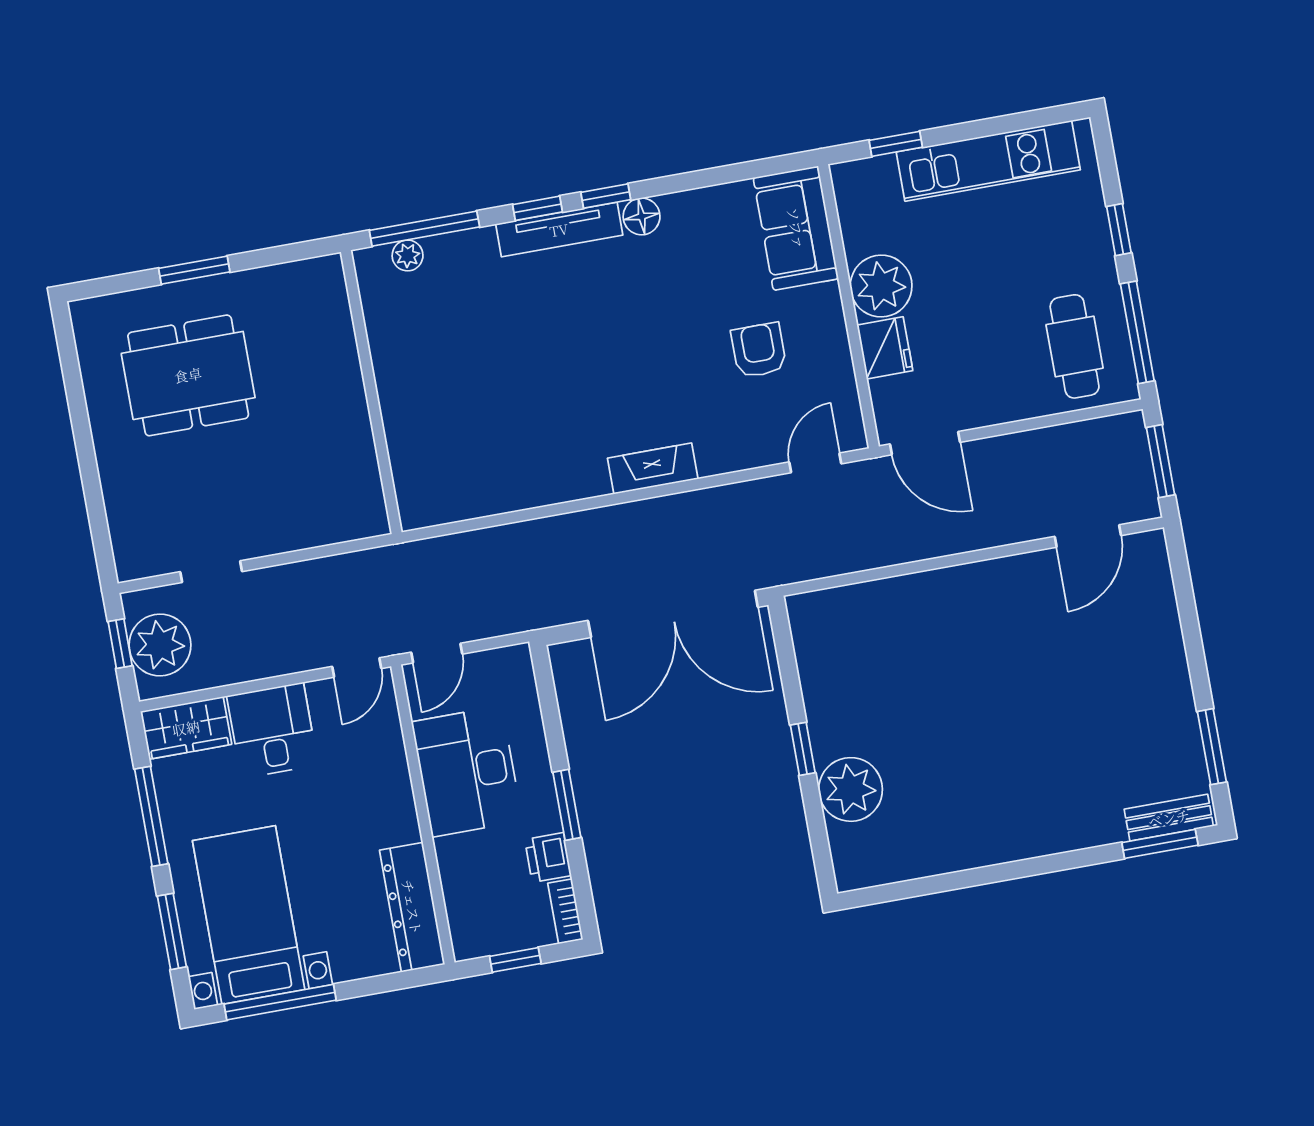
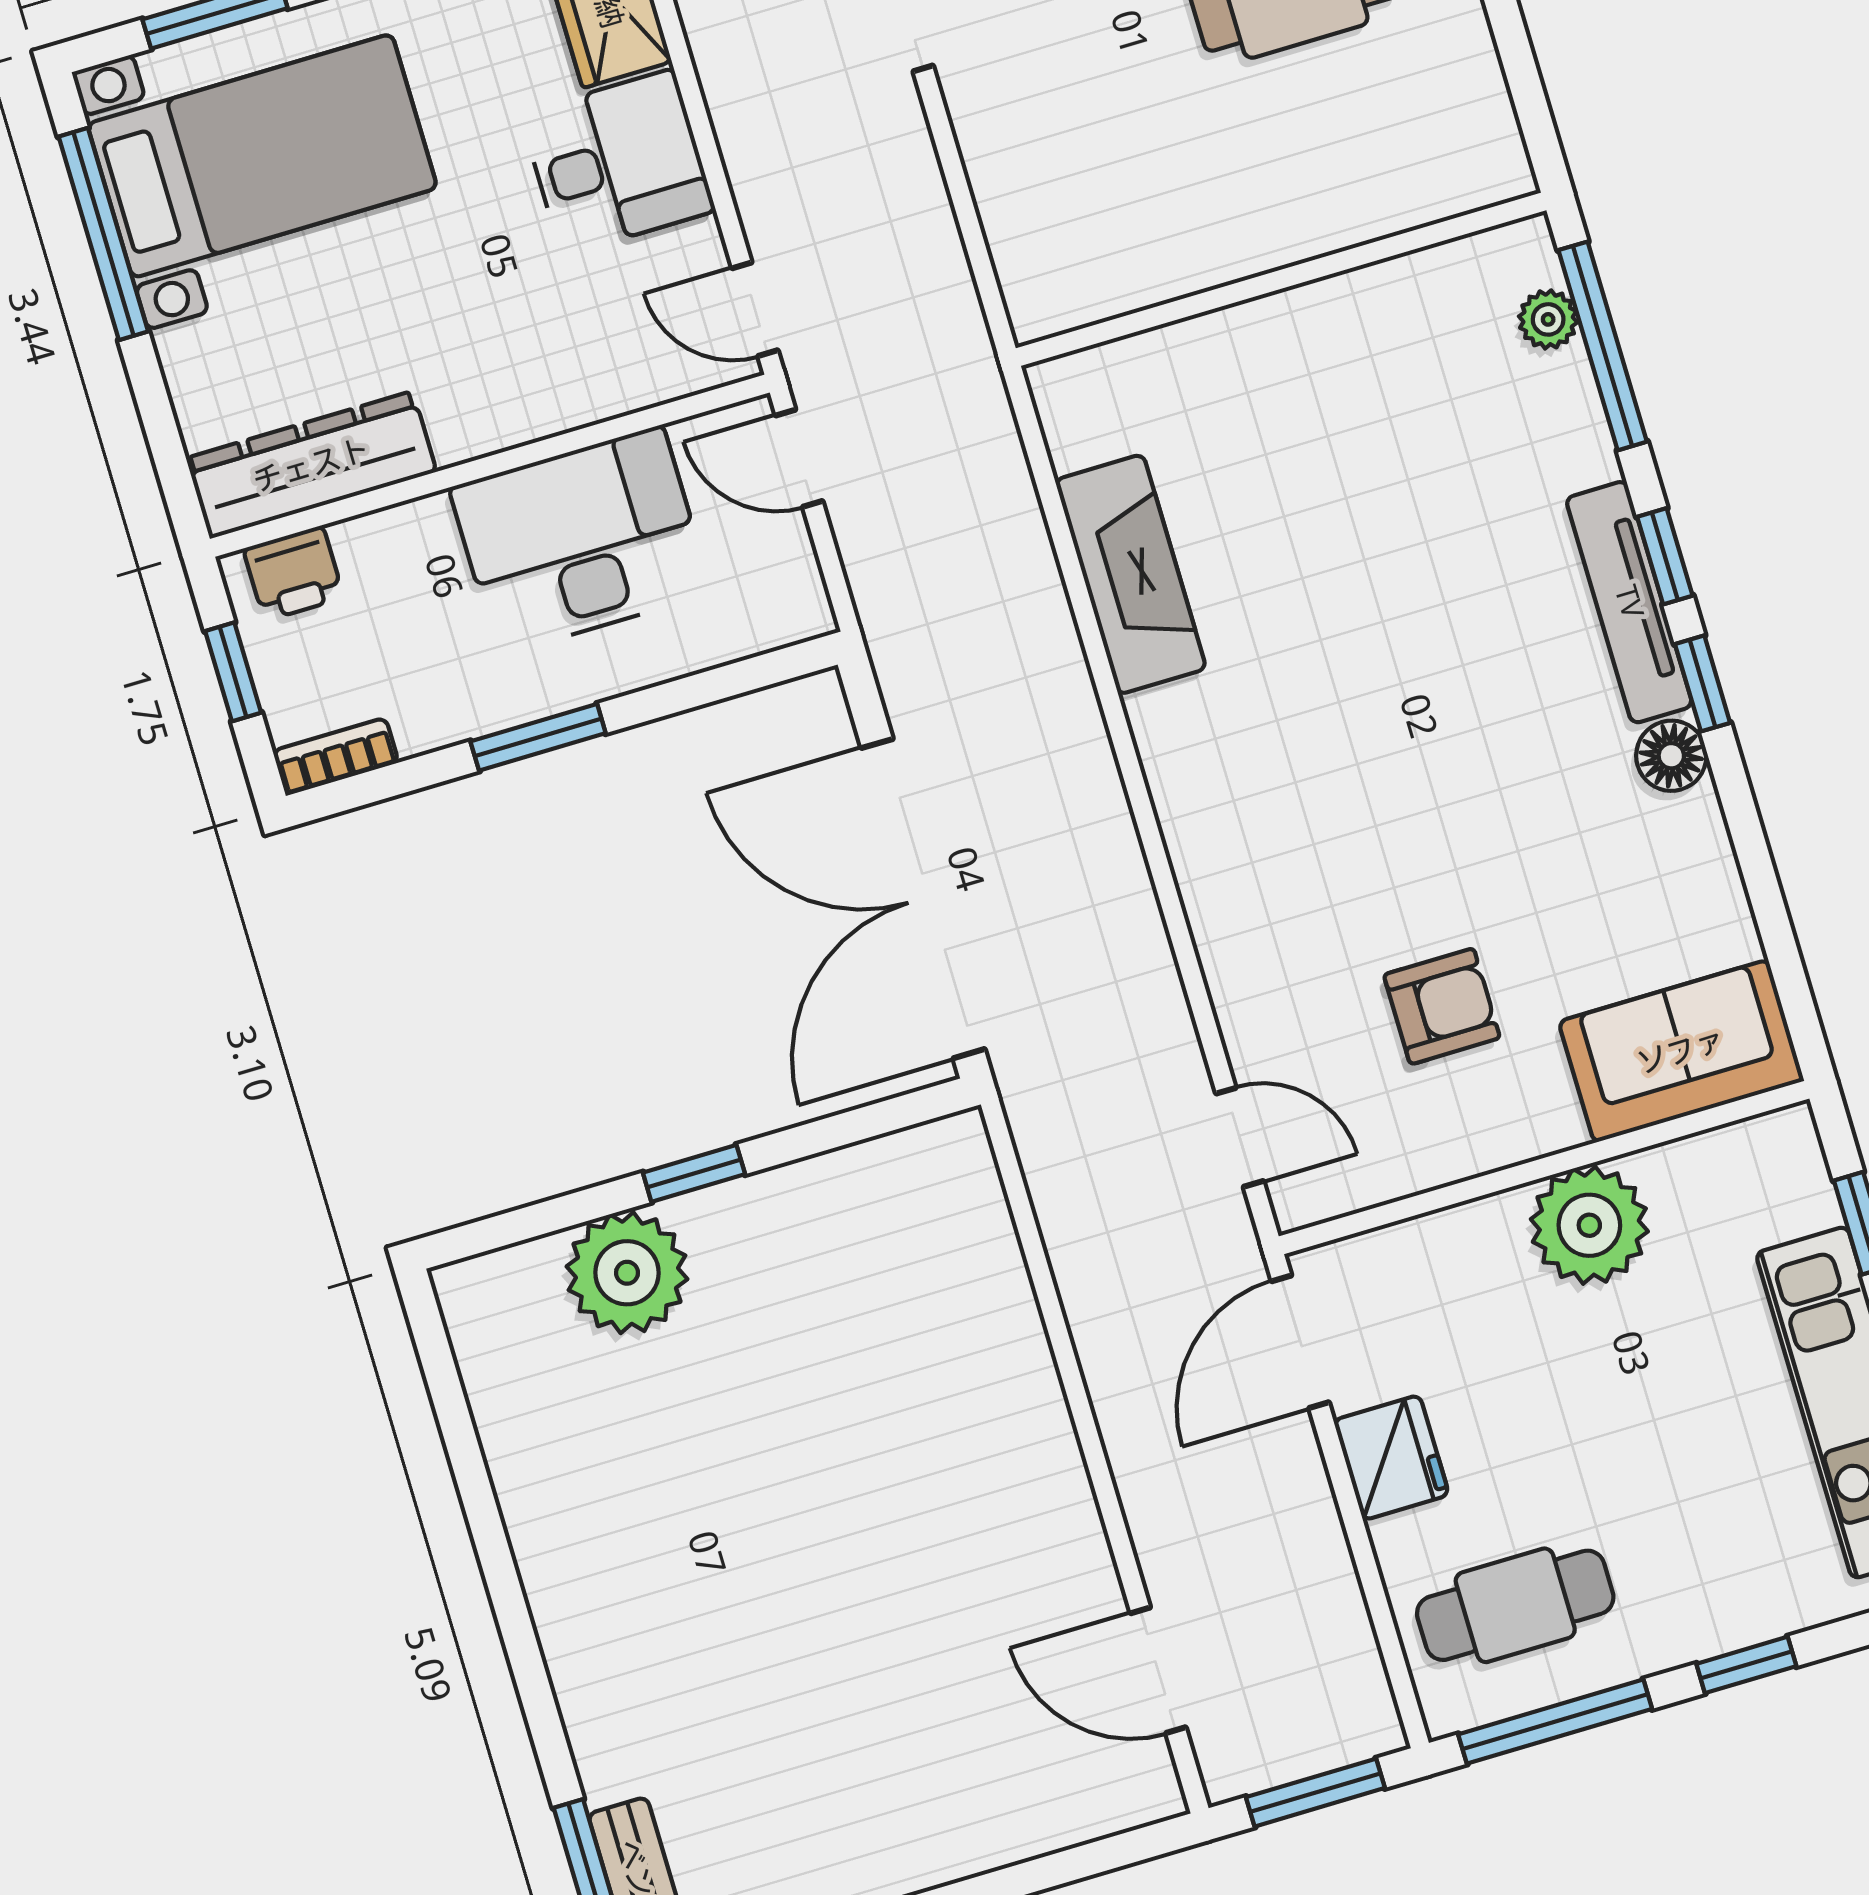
fridge: (885, 348) -> (1391, 1458), moved, turned -90
fireplace: (653, 469) -> (1131, 574), moved, width x1.37, depth x1.32
printer: (548, 858) -> (294, 573), moved, turned 180

